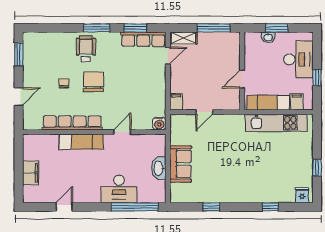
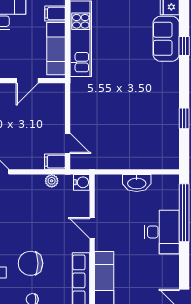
door: (242, 79) -> (27, 81), hinge flipped
plant: (161, 99) -> (52, 181), added
door: (204, 112) -> (68, 143), moved
sofa: (180, 164) -> (166, 39), moved, turned -90

